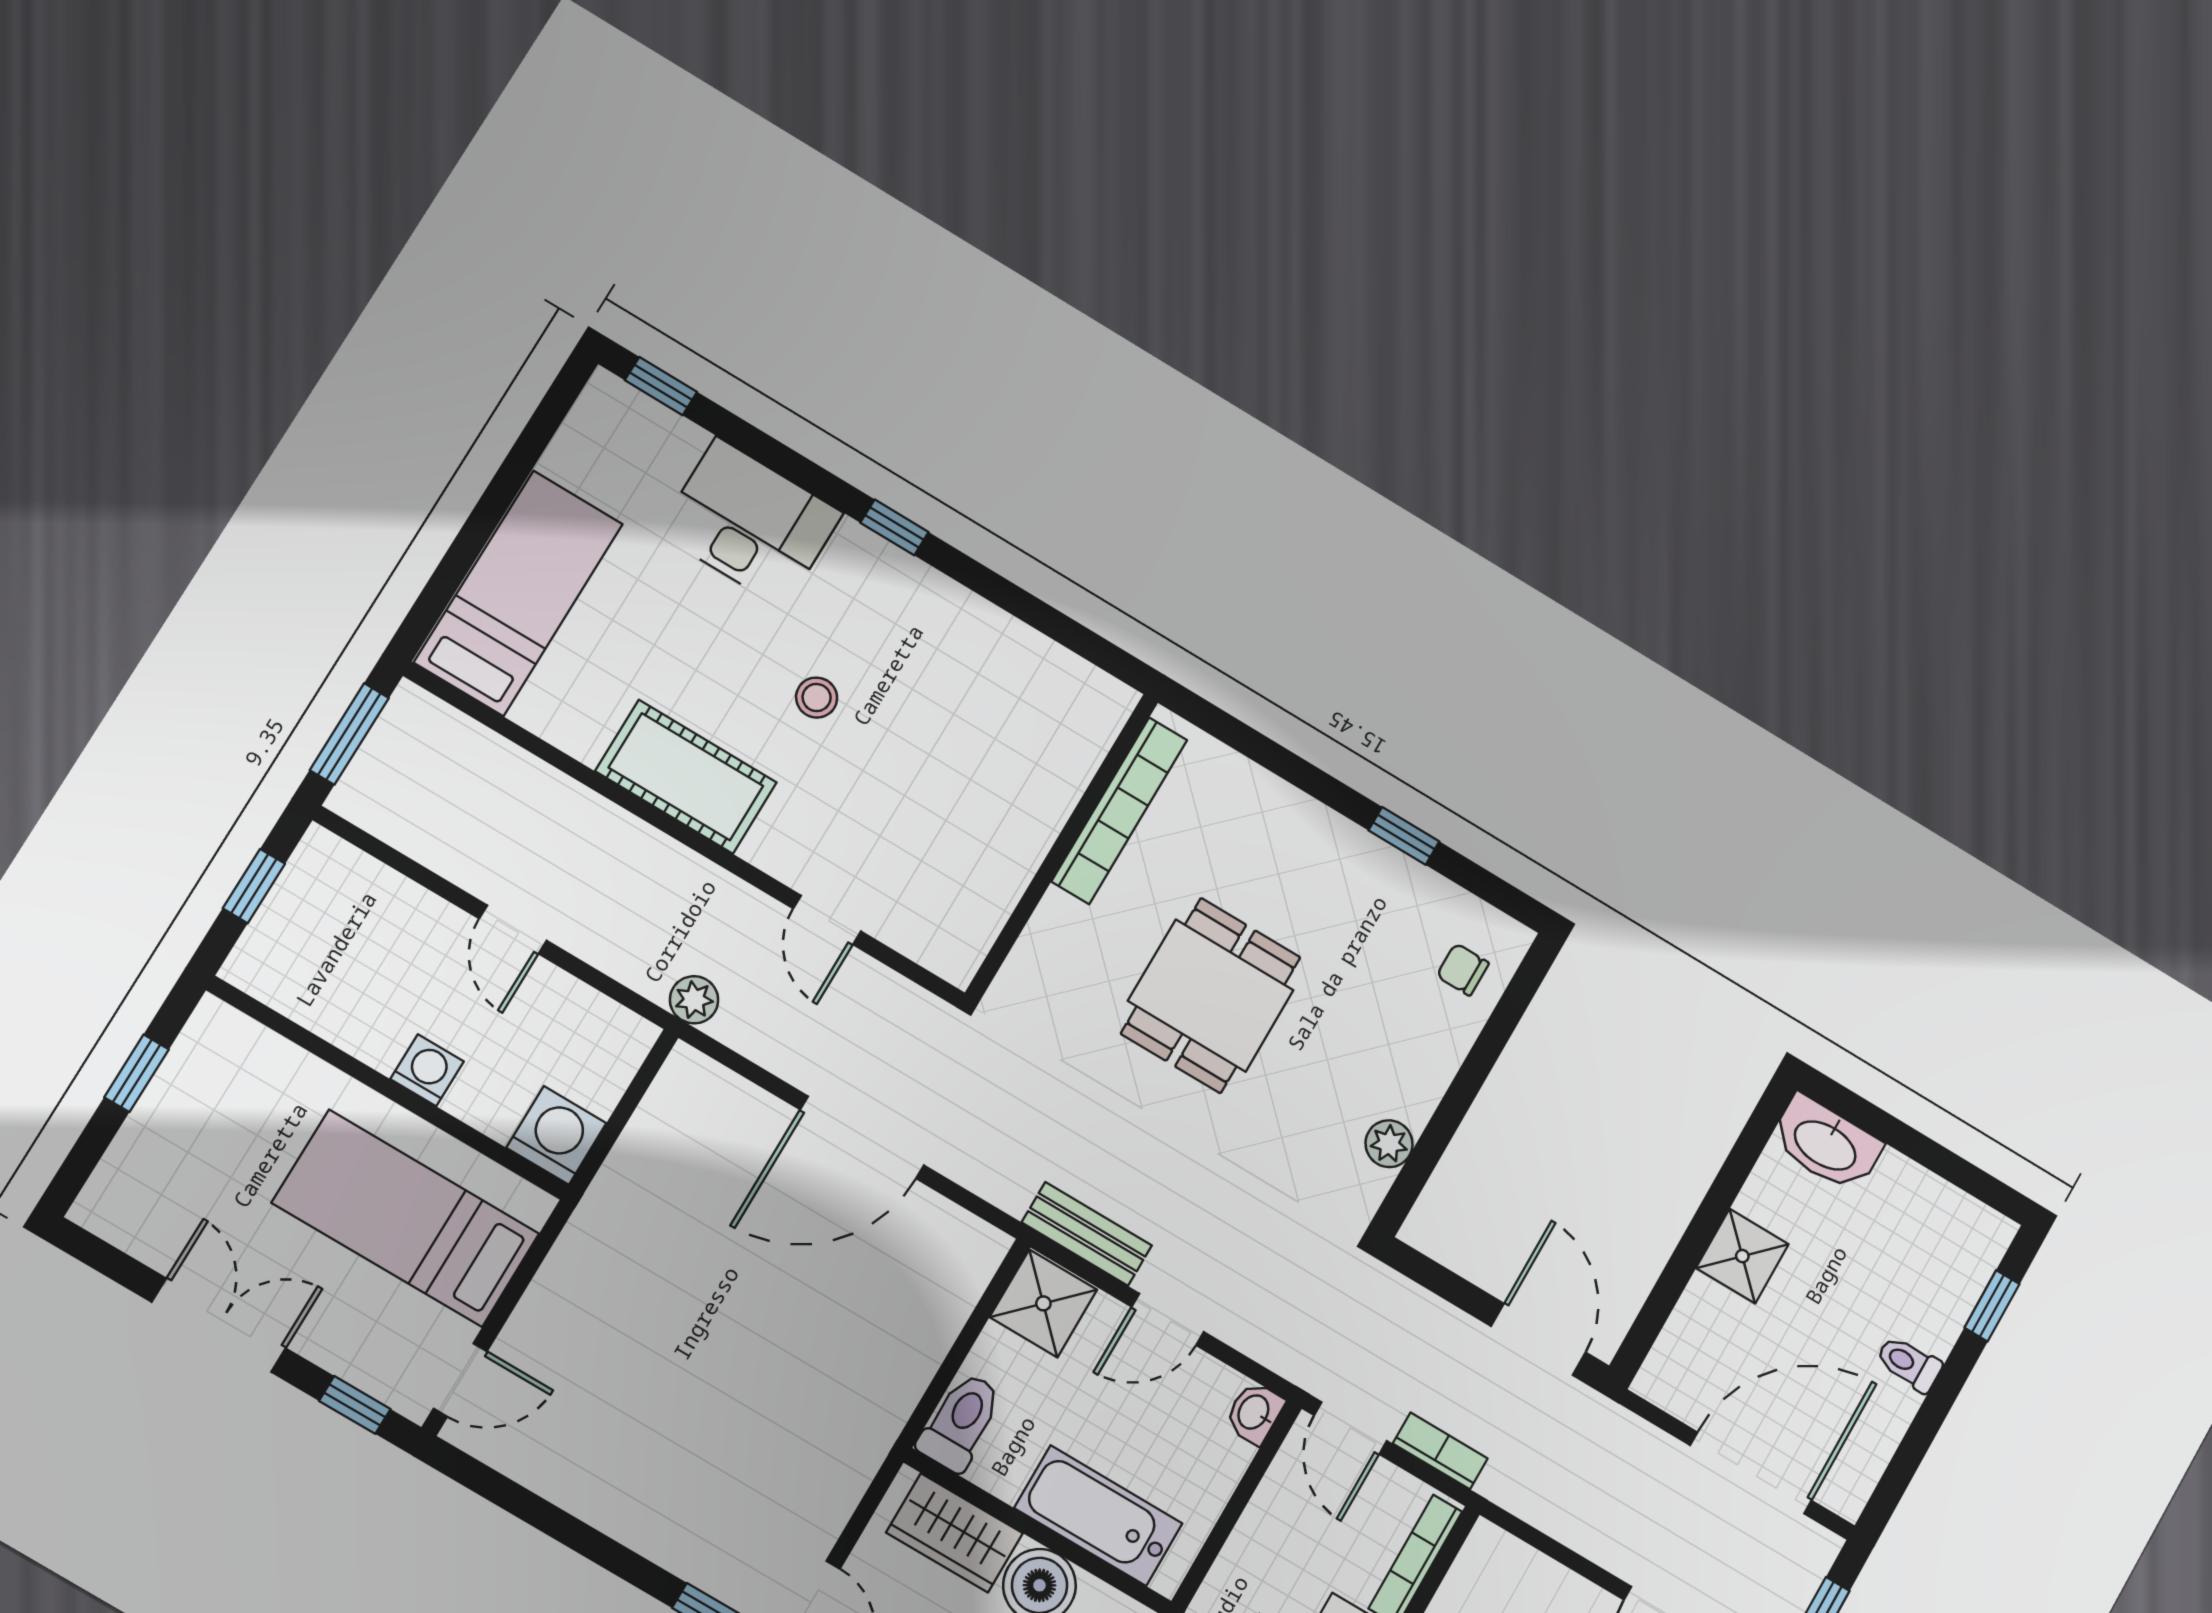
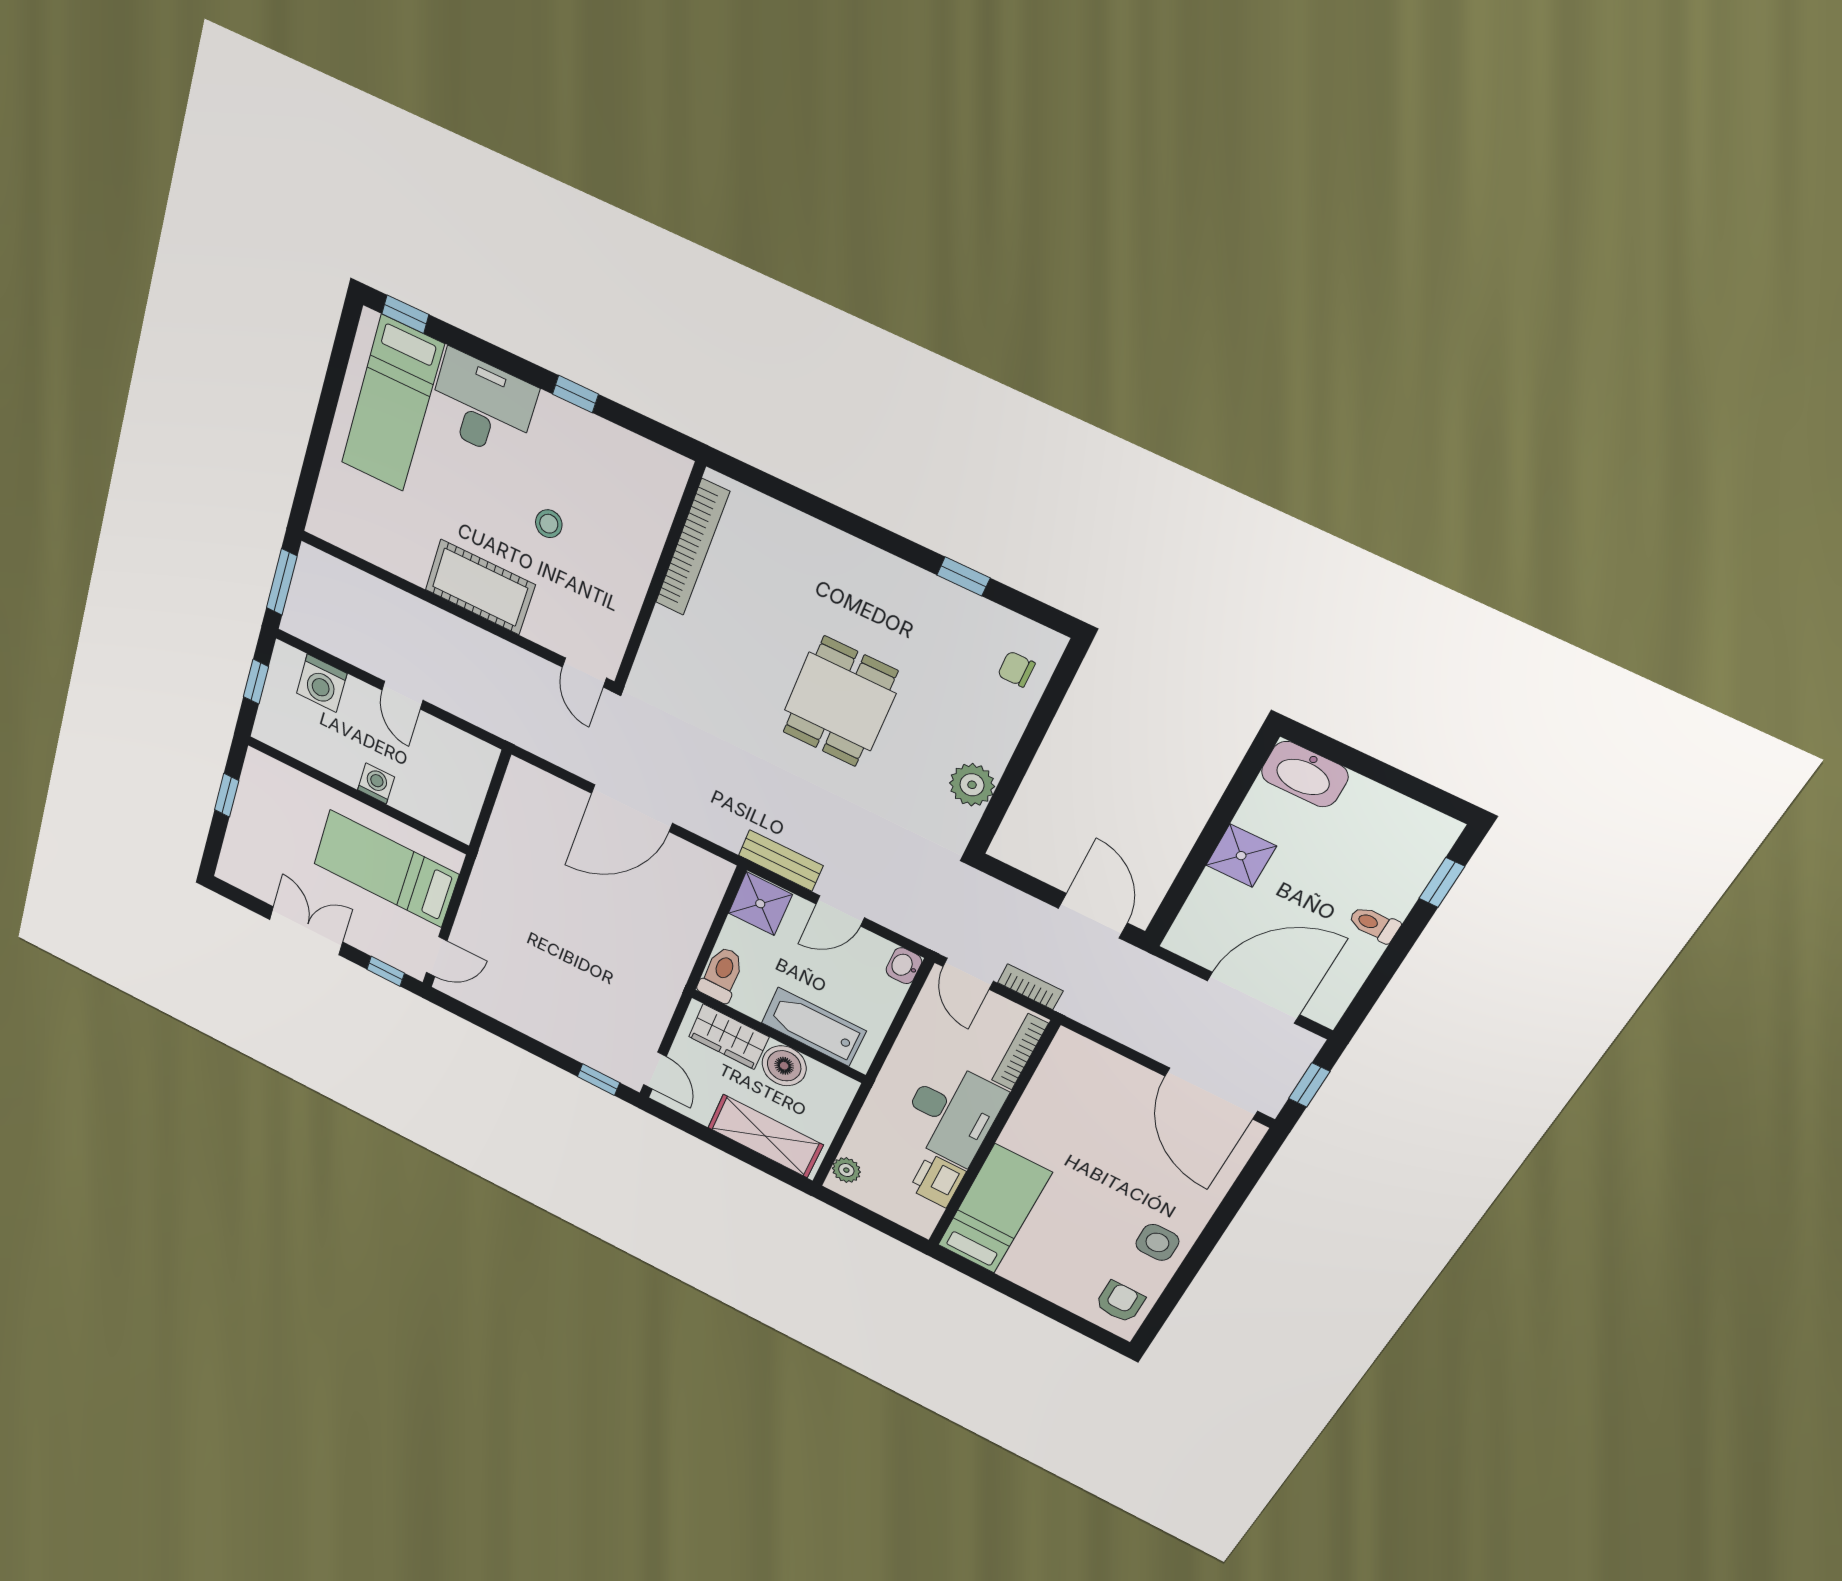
bed: (519, 593) -> (392, 404), moved, turned 180
bookcase: (1119, 811) -> (692, 548), moved
wall: (1062, 847) -> (659, 577), moved
plant: (694, 1000) -> (515, 730), removed
washing machine: (556, 1135) -> (322, 683), moved, turned 180
plant: (1389, 1144) -> (972, 785), width x1.38, depth x1.38

